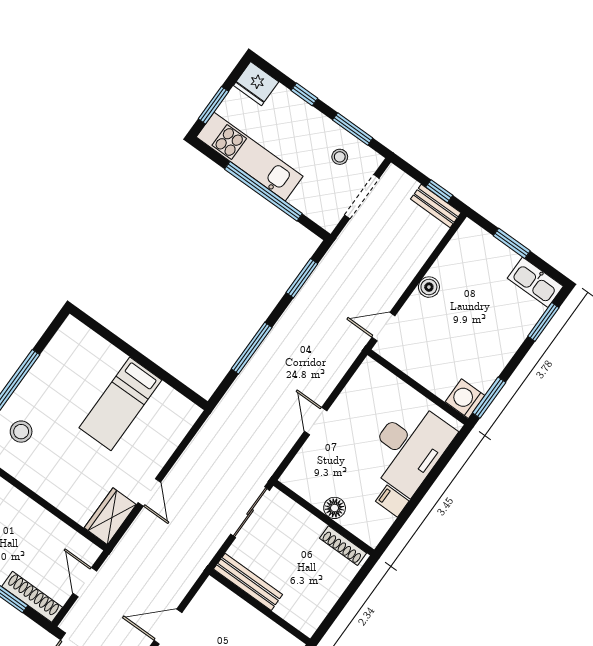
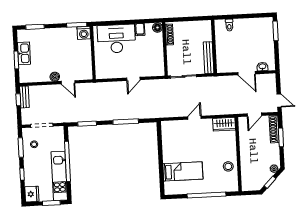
kitchen sink: (535, 282) -> (24, 53), moved
door: (383, 327) -> (68, 82), moved
bed: (120, 404) -> (183, 171), moved
stool: (21, 432) -> (228, 166), moved
door: (149, 492) -> (195, 118), moved
floor lamp: (335, 508) -> (157, 28), moved

